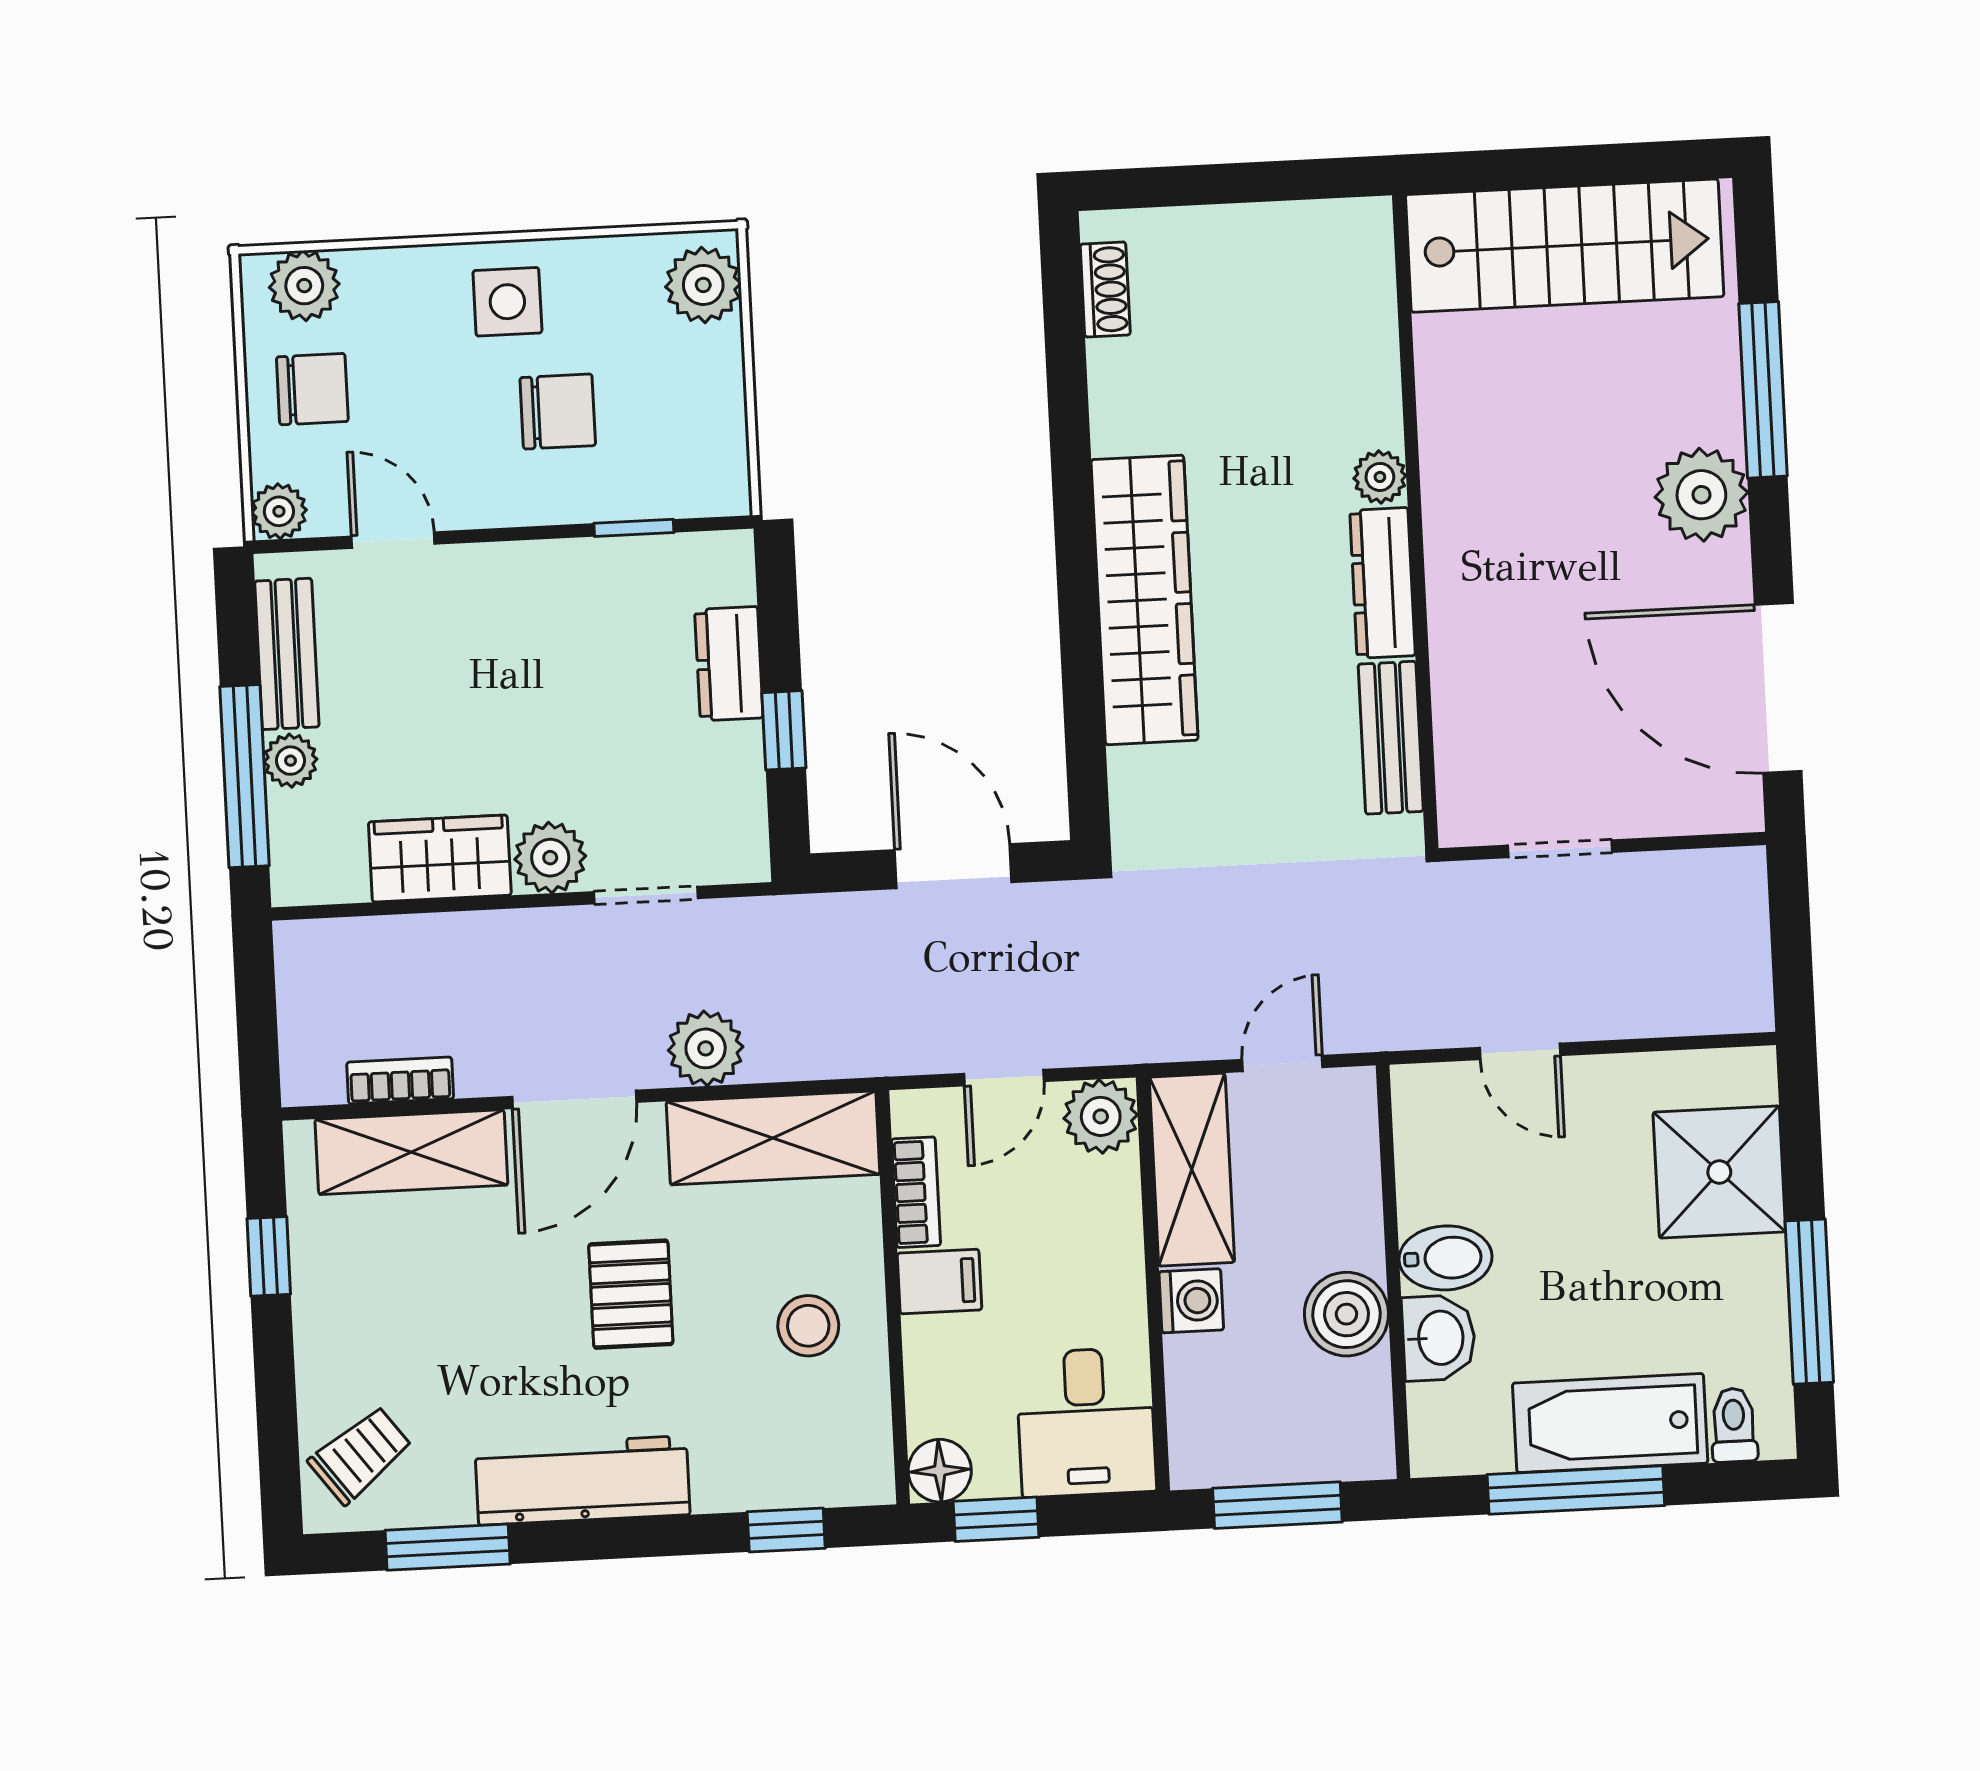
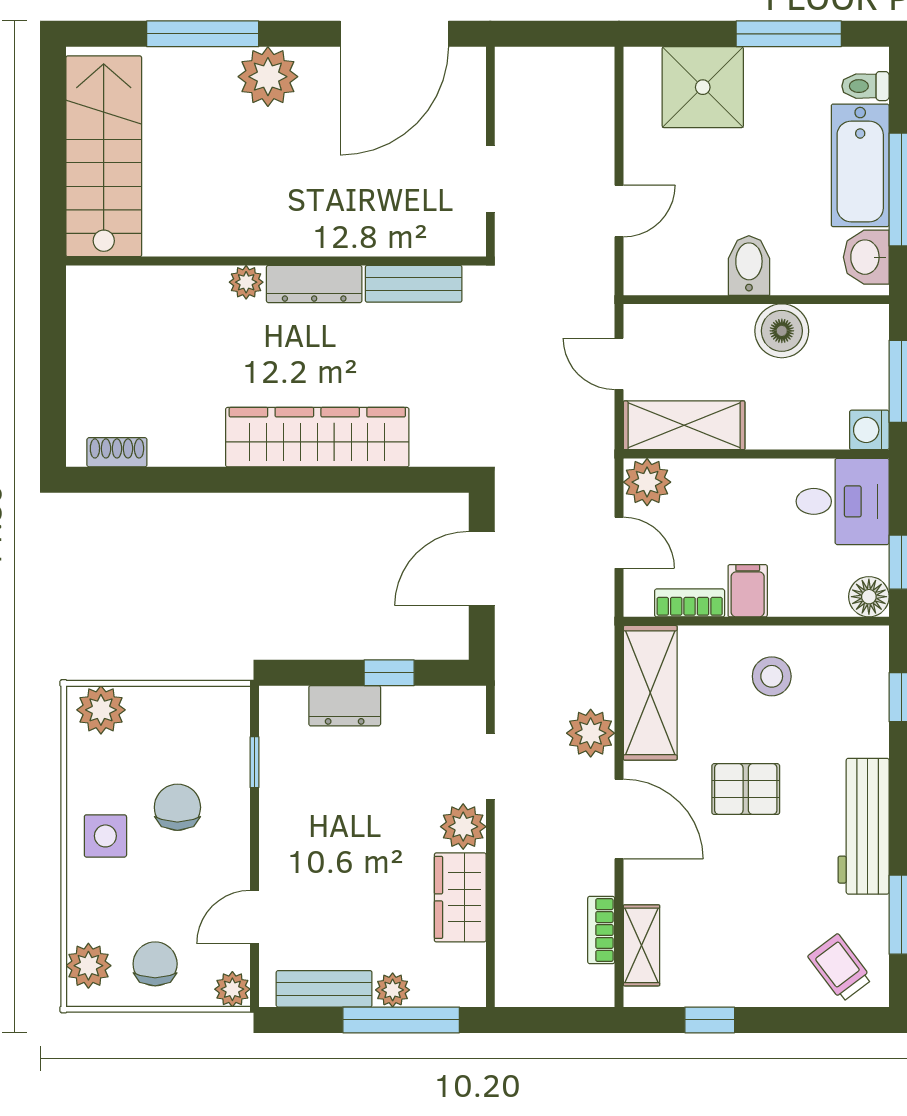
shelving: (411, 1152) -> (641, 945), width x0.67, depth x0.75
washing machine: (1191, 1301) -> (869, 430), moved, turned -90
washbasin: (1439, 1338) -> (866, 257), moved, turned -90

